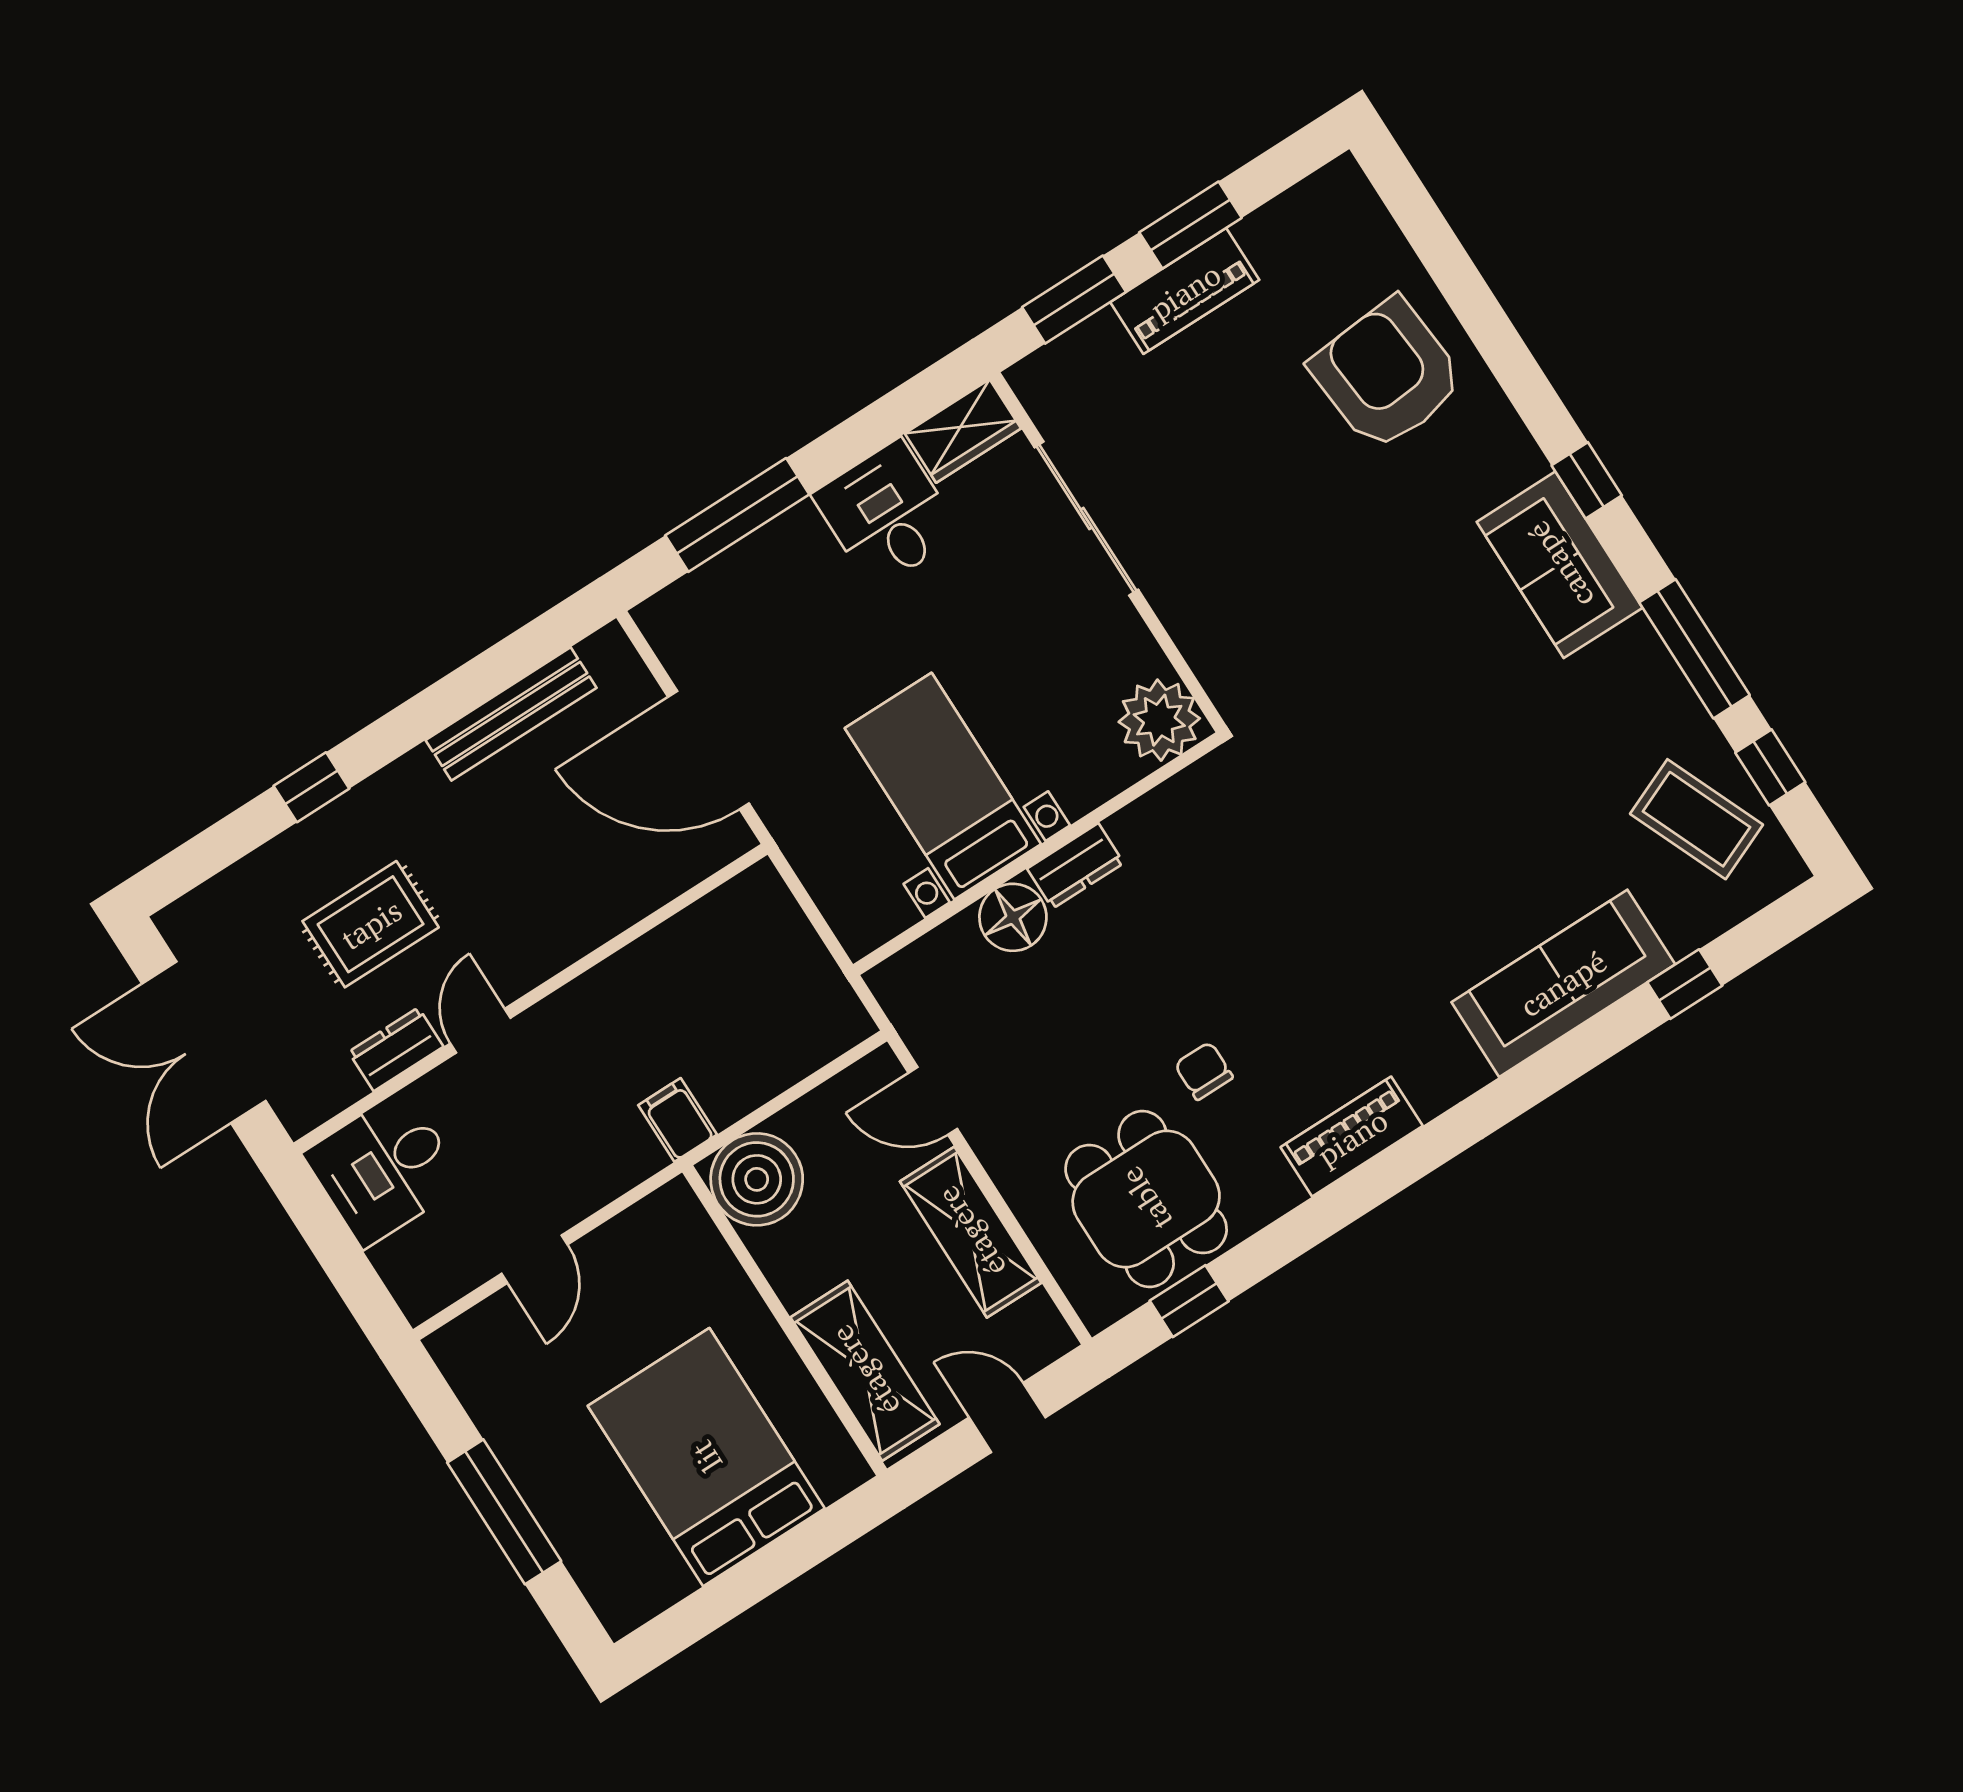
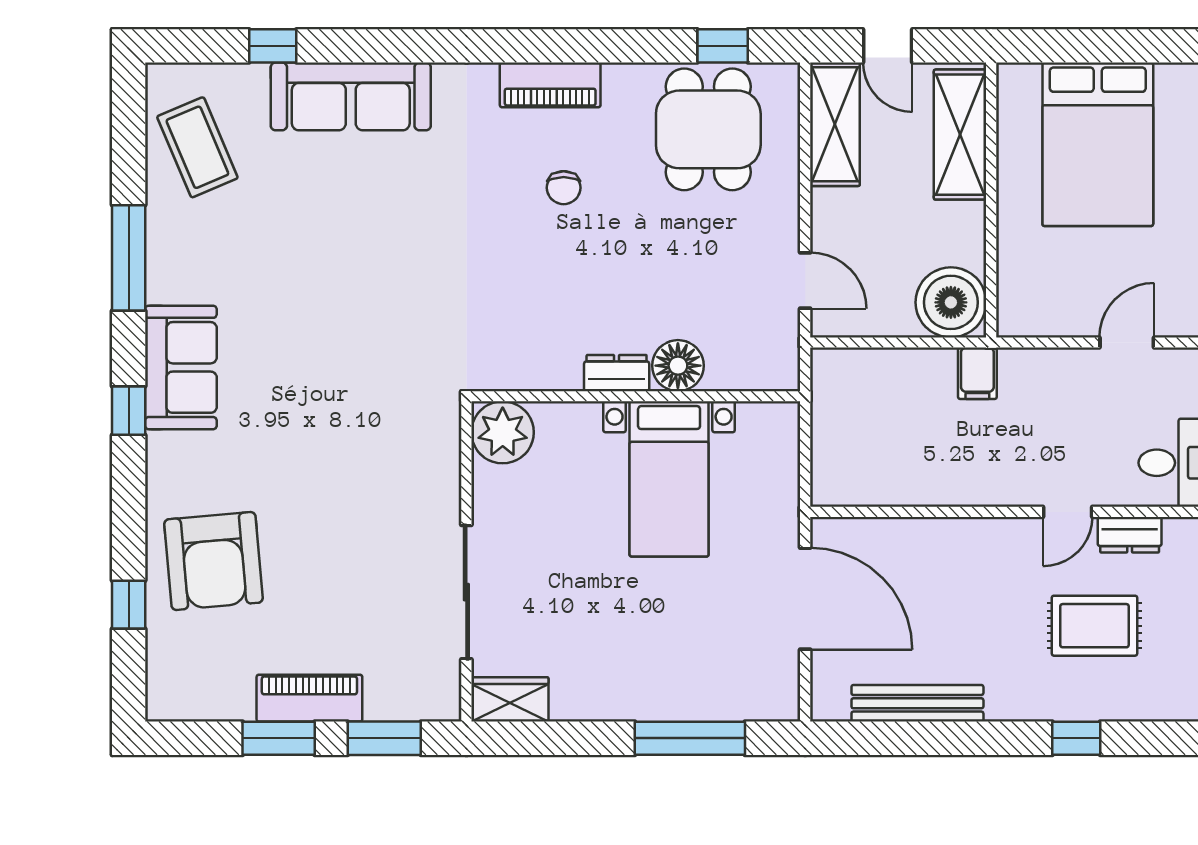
desk: (887, 514) -> (593, 677), removed
window: (1770, 767) -> (129, 605), moved
chair: (1204, 1071) -> (564, 188), moved
shelving: (971, 1232) -> (835, 124), moved

